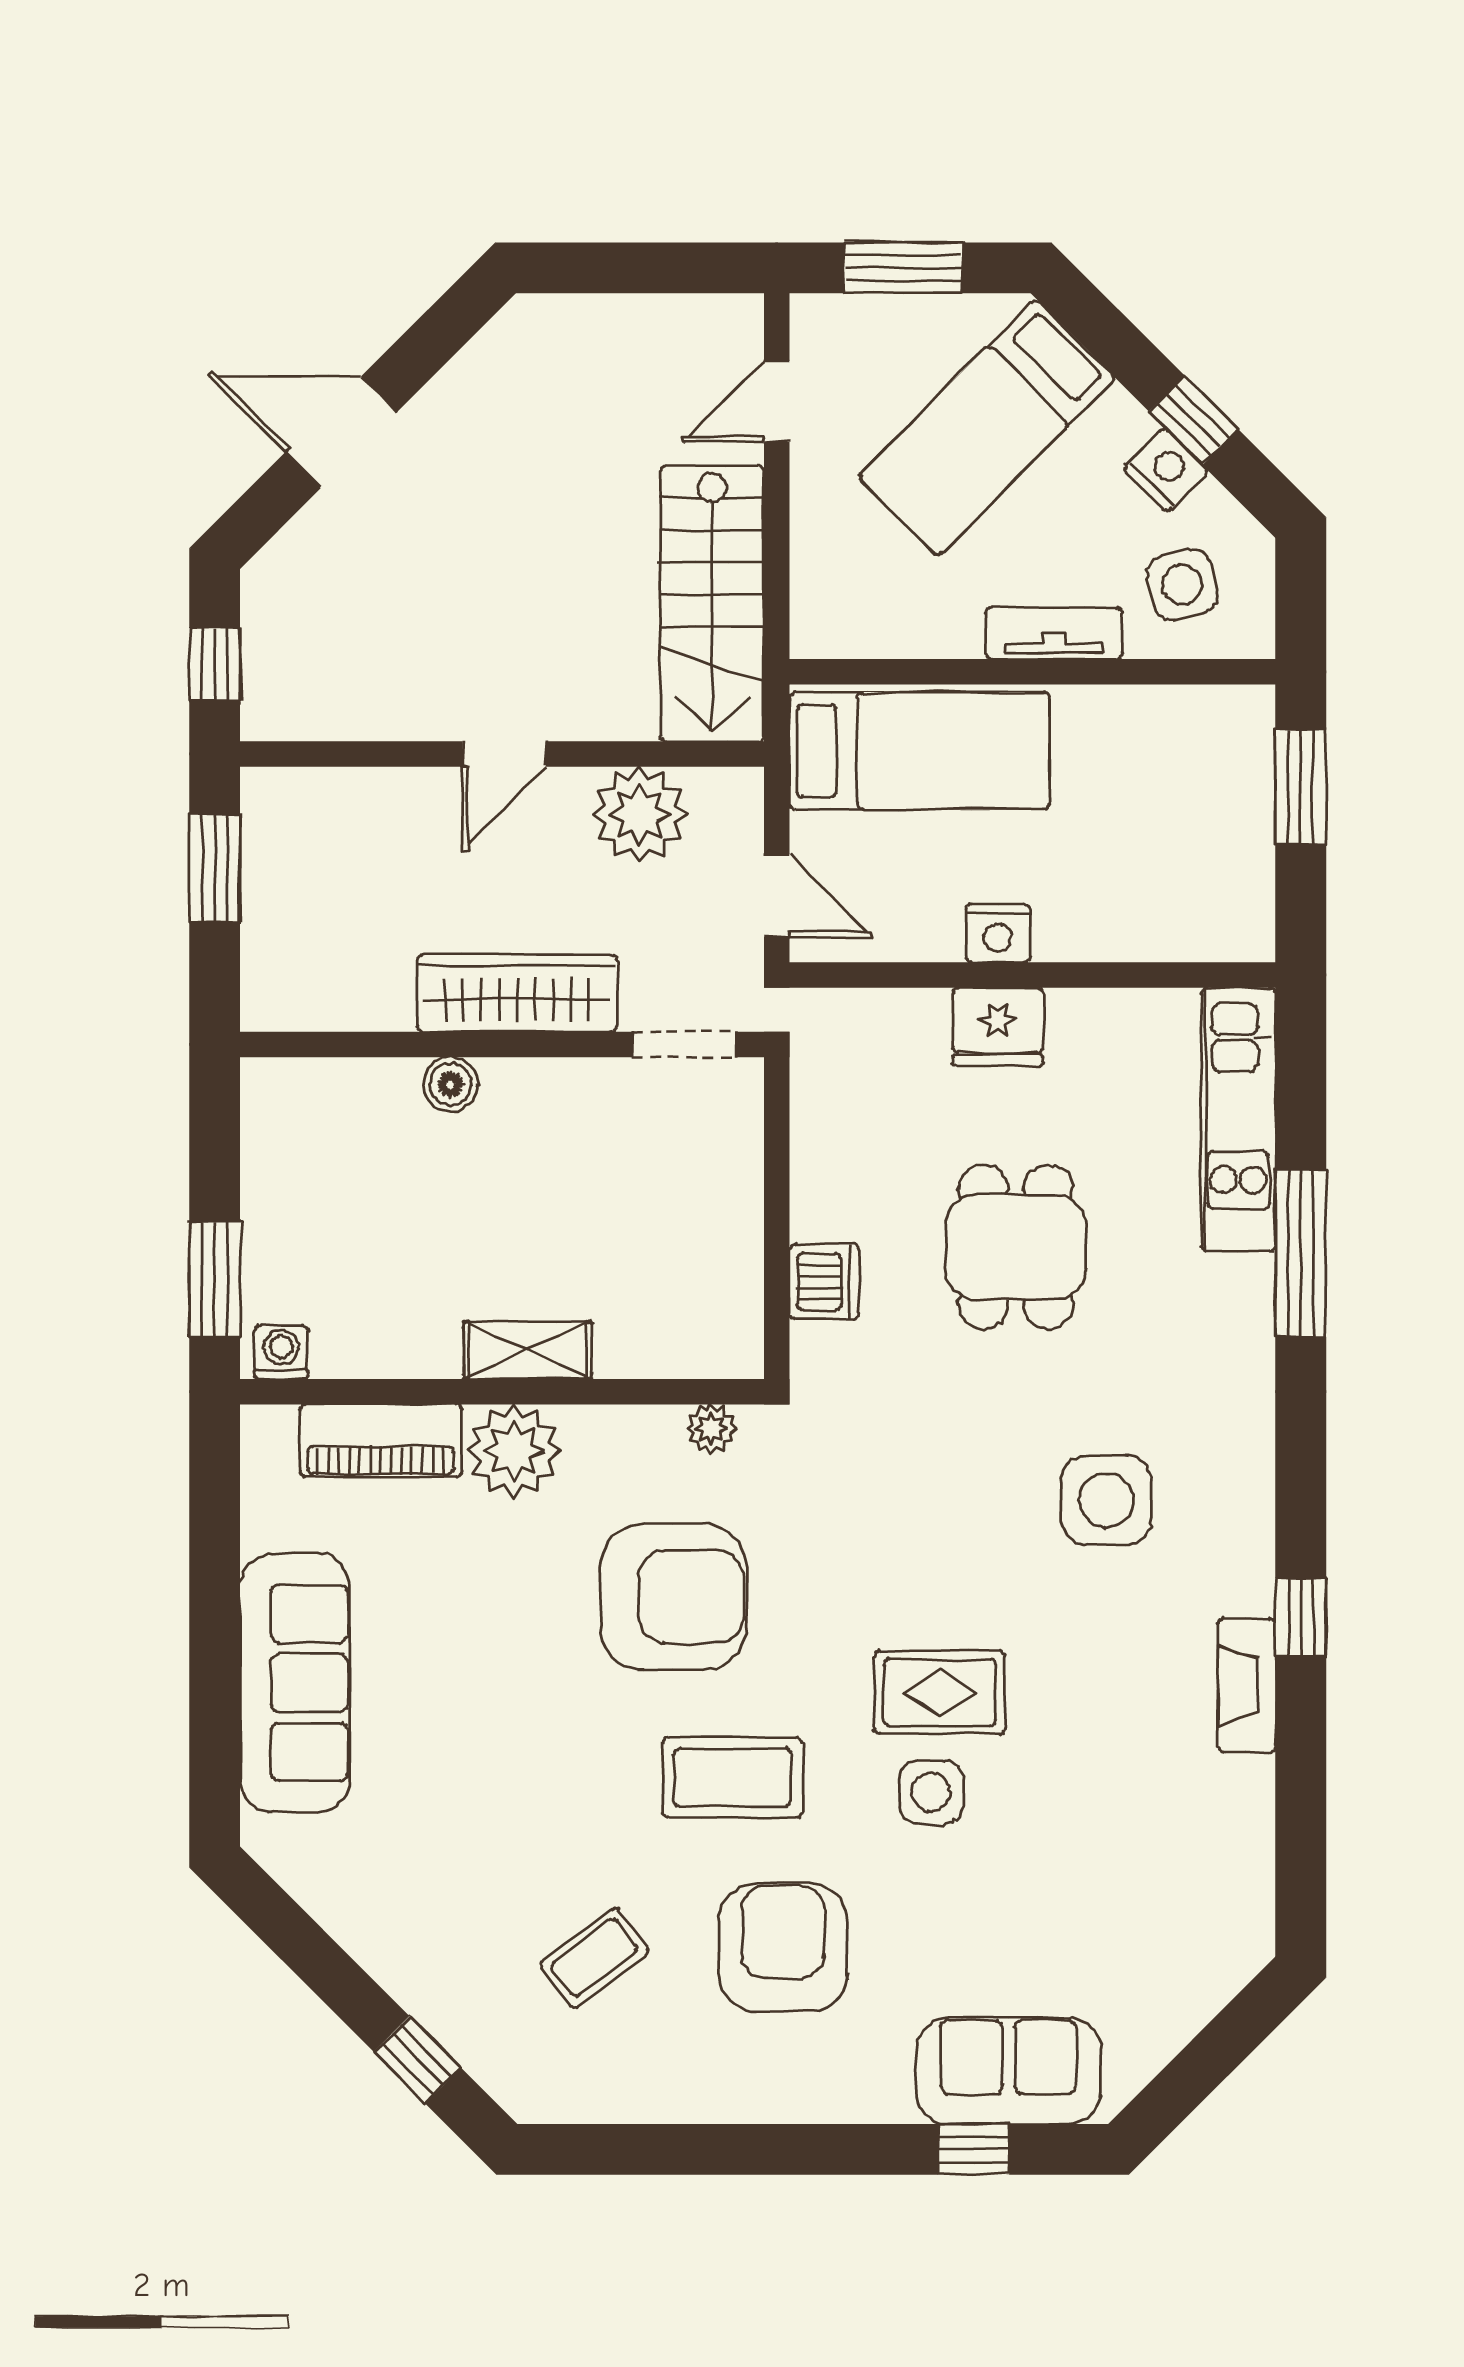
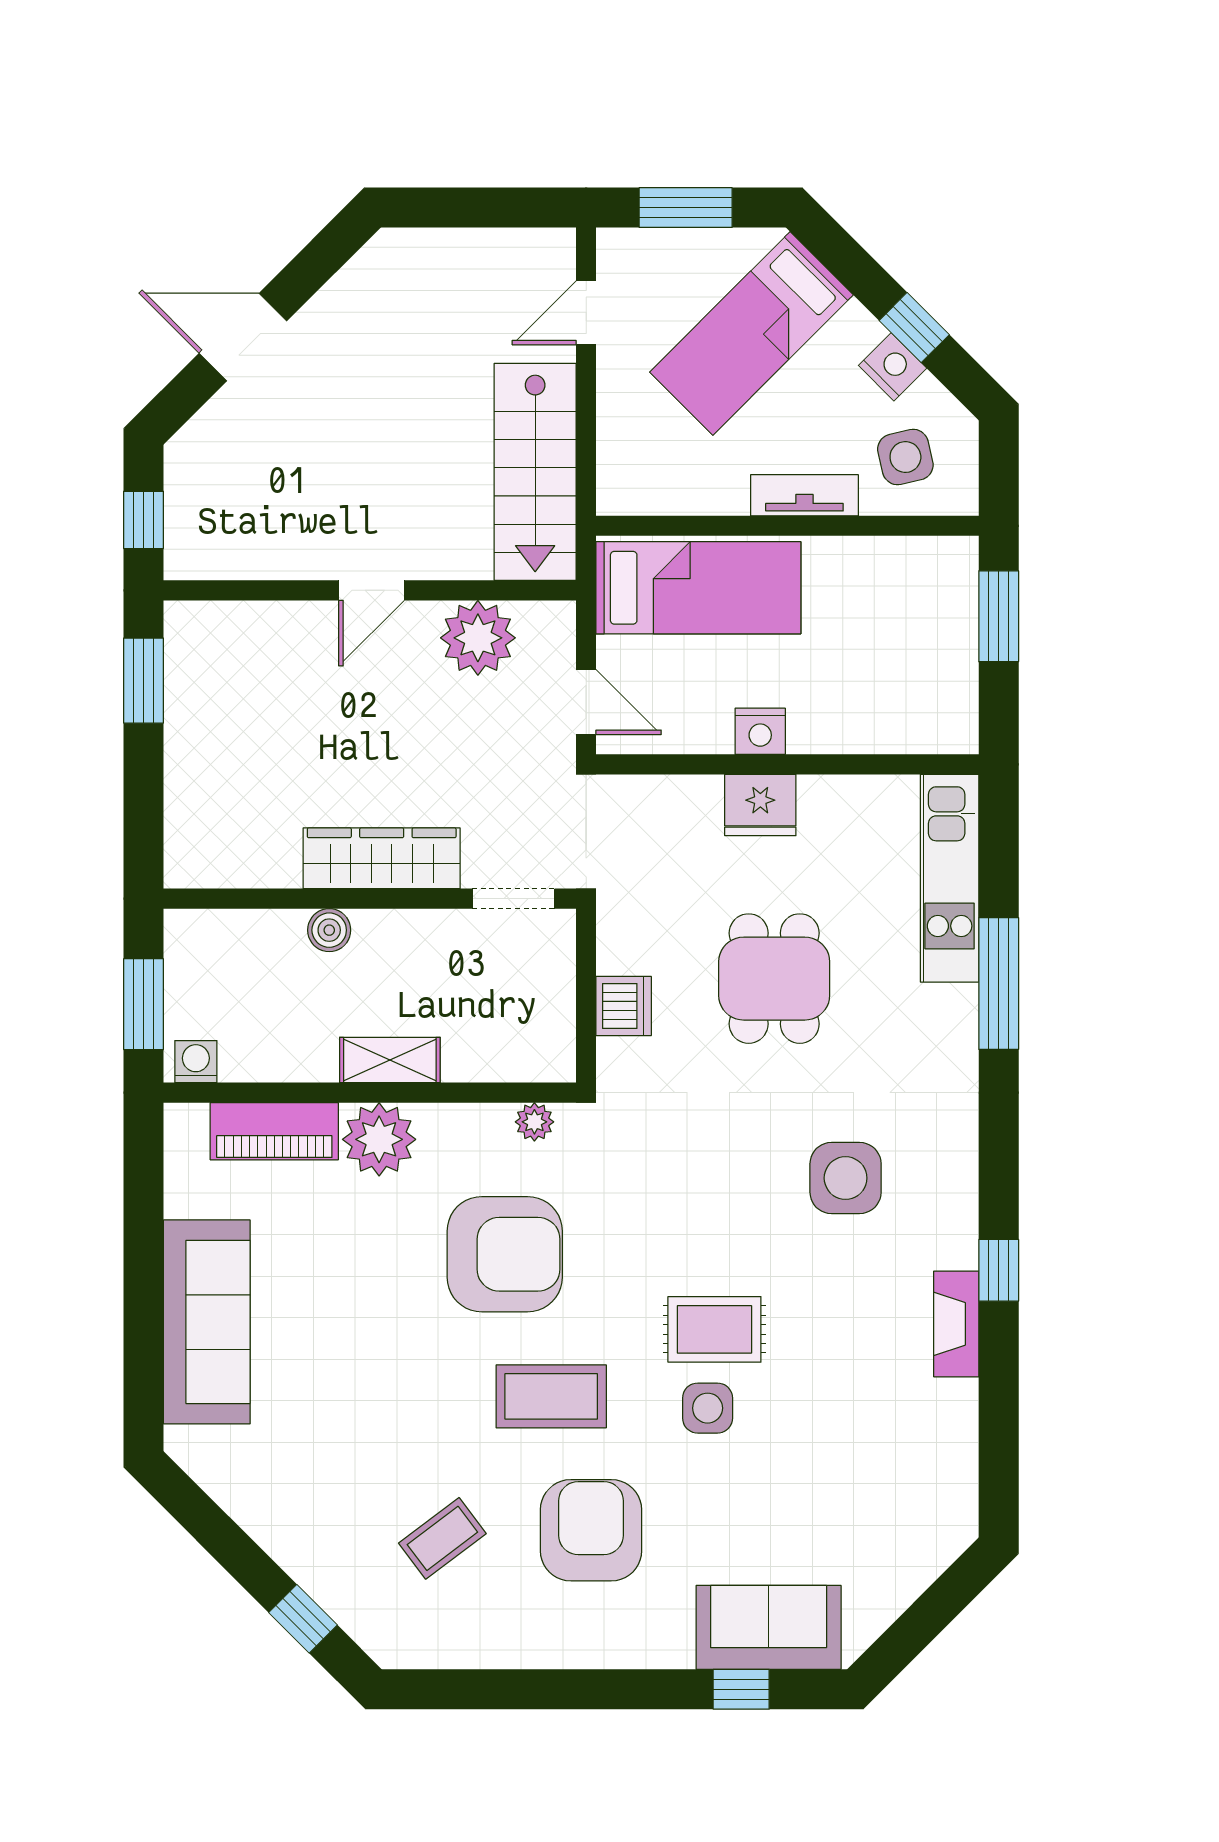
wardrobe: (517, 993) -> (382, 858), moved
wall: (502, 1044) -> (370, 899), moved
doorway: (684, 1044) -> (513, 899), moved
boiler: (451, 1084) -> (329, 930), moved

